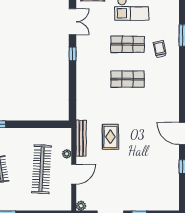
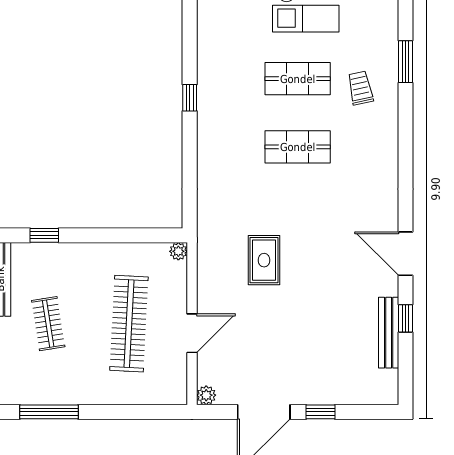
double door: (72, 22) -> (190, 35), removed
bench: (81, 138) -> (389, 333), moved
plant: (67, 154) -> (178, 251), moved

